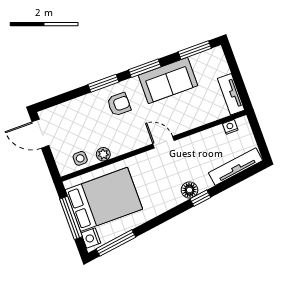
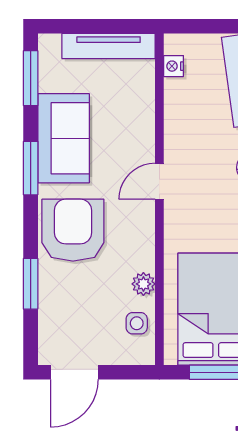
window: (103, 83) -> (31, 284), moved
tv unit: (231, 94) -> (109, 46), width x1.41
armchair: (119, 104) -> (73, 230), width x1.88, depth x1.88

